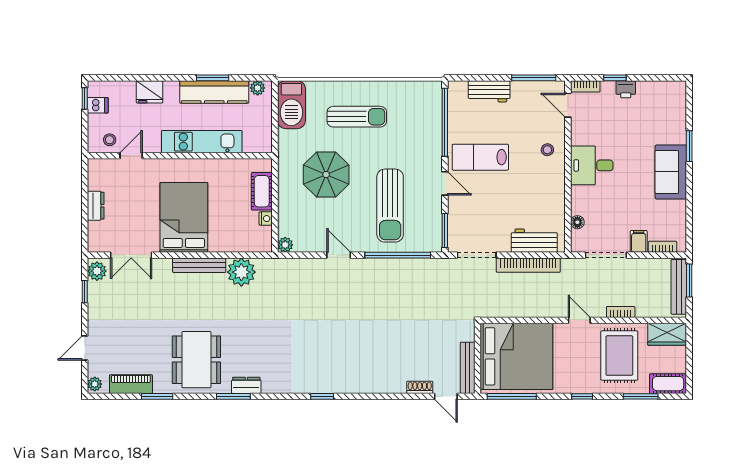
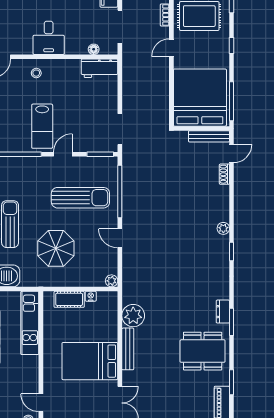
kitchen unit: (202, 142) -> (30, 323), moved
workbench: (534, 241) -> (99, 68), moved, turned -90
door: (339, 255) -> (120, 238), hinge flipped
bookcase: (528, 265) -> (128, 88), removed
plant: (351, 386) -> (223, 228), added

